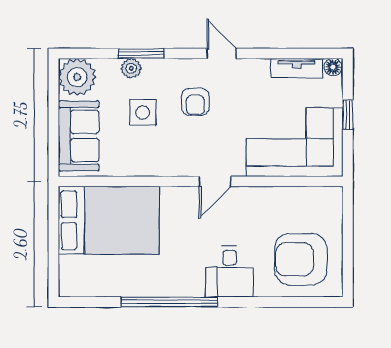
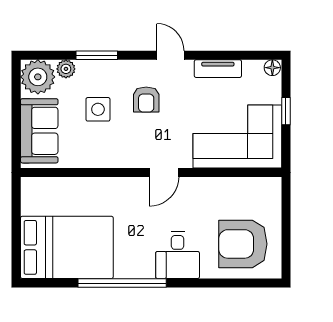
plant: (131, 68) -> (66, 69), moved
tv unit: (297, 68) -> (218, 69), moved
bed: (109, 220) -> (67, 247), moved

